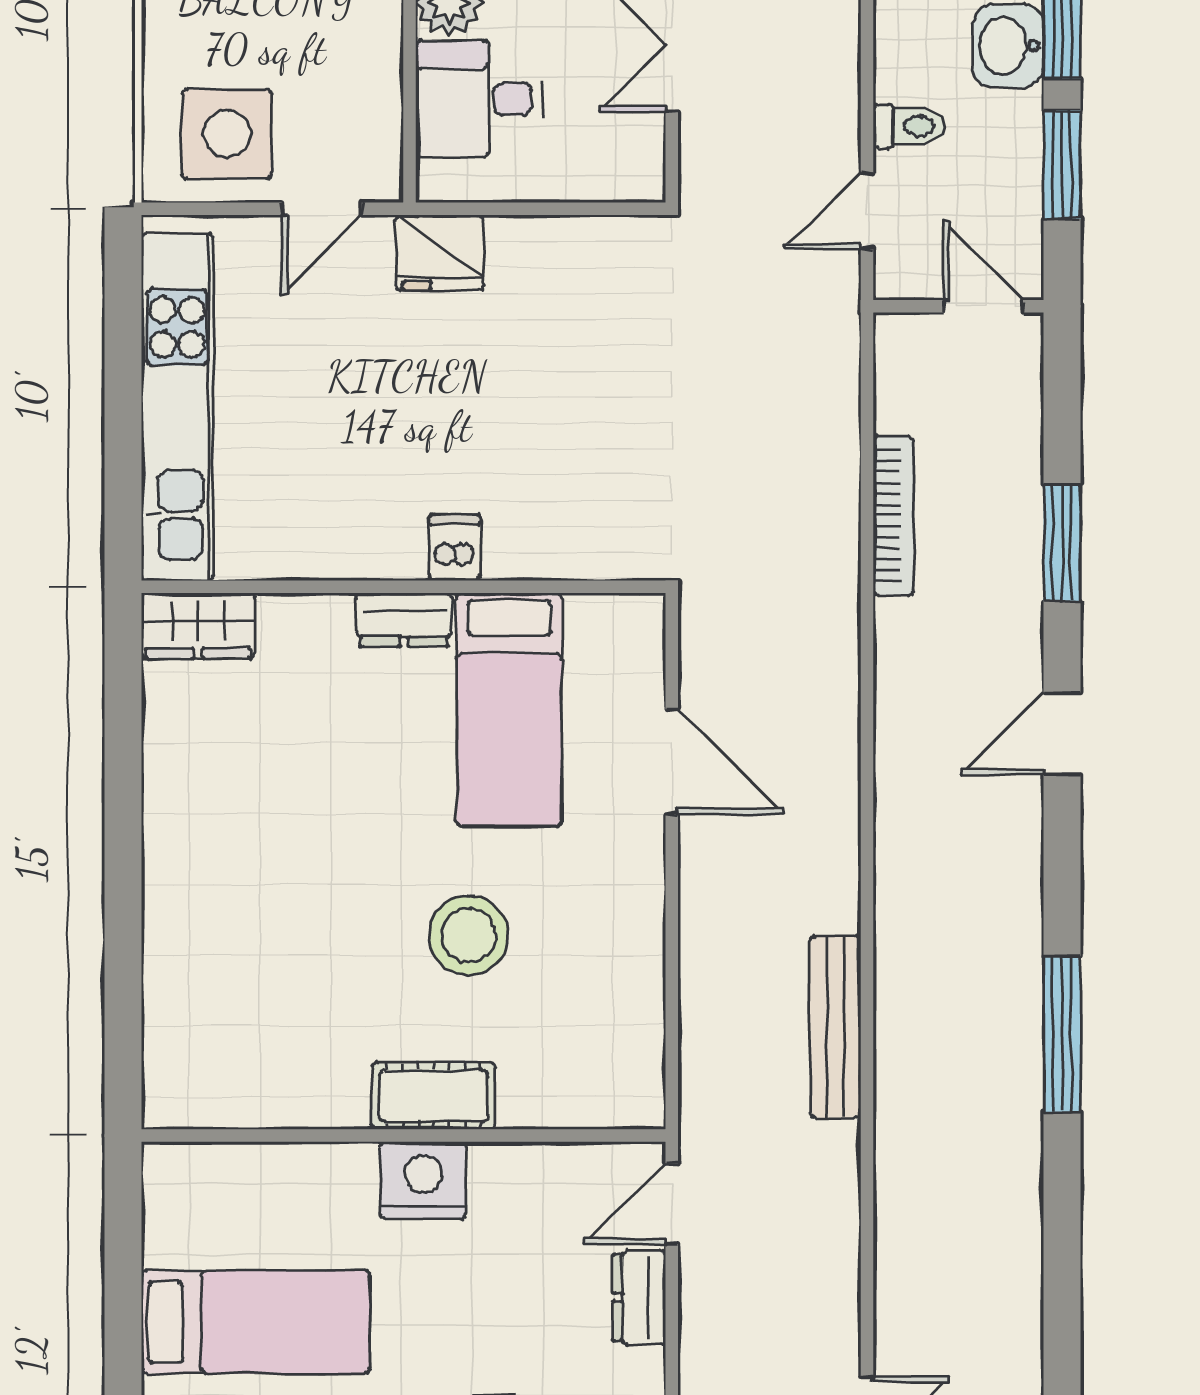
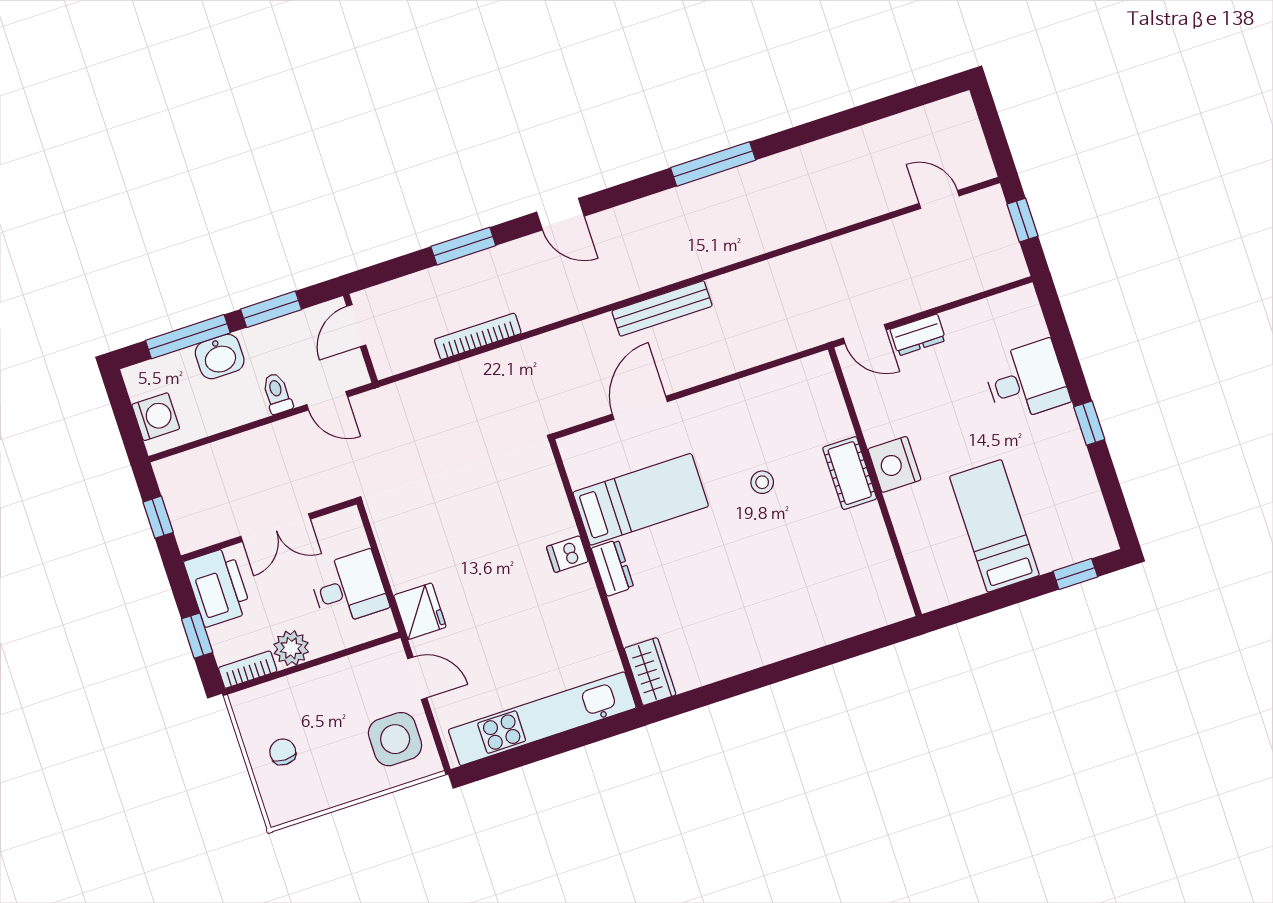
desk: (479, 99) -> (349, 588), moved, turned -90
stool: (469, 935) -> (762, 482), width x0.53, depth x0.53
bench: (835, 1027) -> (662, 308), moved

